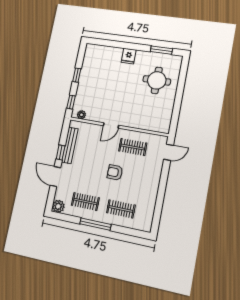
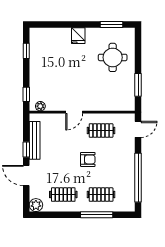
window: (77, 75) -> (26, 51), moved
window: (176, 110) -> (138, 85), added
armchair: (115, 172) -> (88, 159), turned 180
window: (160, 200) -> (138, 178), added
window: (95, 224) -> (97, 215), moved

